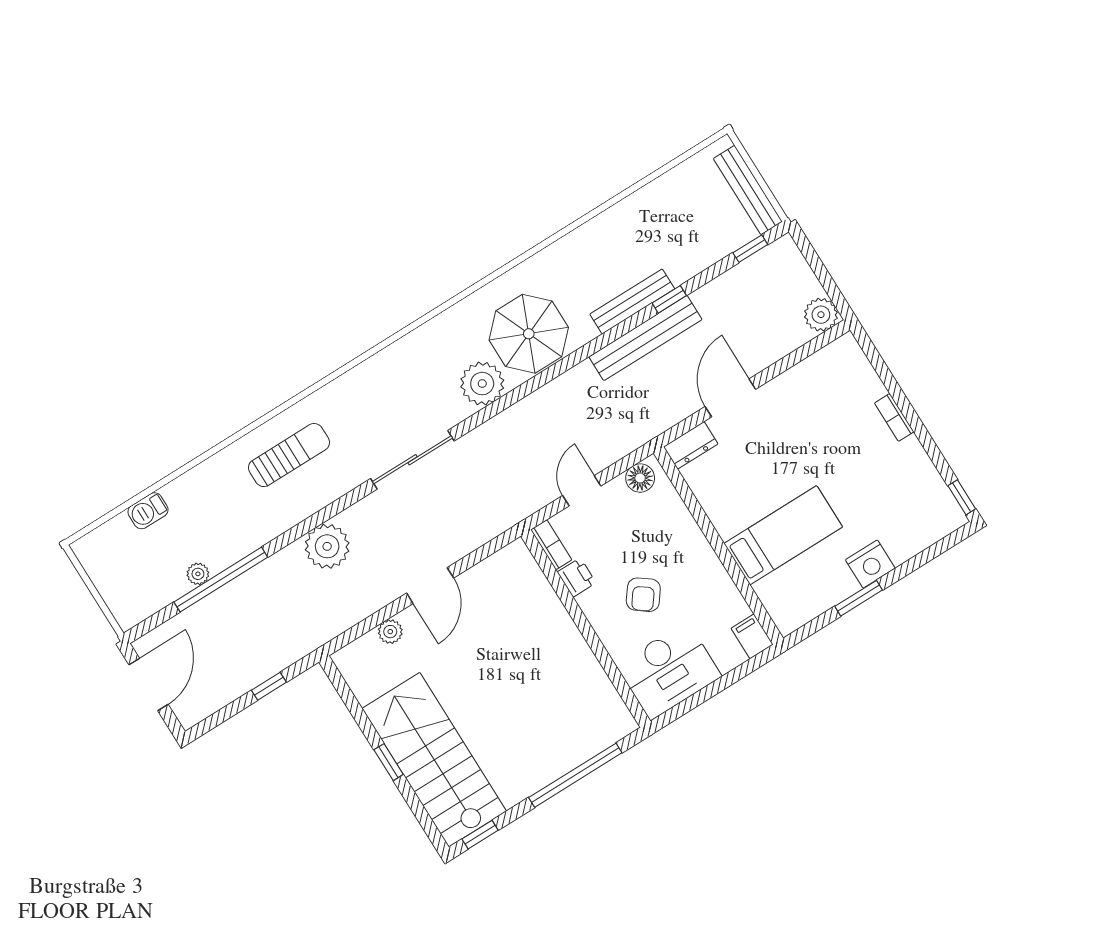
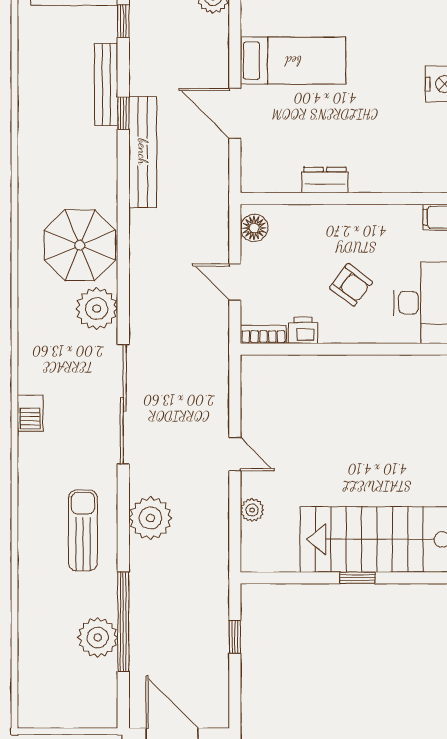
bench: (632, 301) -> (106, 85), moved
dresser: (691, 445) -> (325, 180), moved, turned -90
sun lounger: (289, 455) -> (83, 530), moved
sliding door: (412, 460) -> (123, 404), width x1.36
barbecue: (148, 511) -> (30, 413), moved
bed: (783, 535) -> (293, 61), moved, turned 90
plant: (198, 574) -> (98, 637), width x1.87, depth x1.87
door: (430, 586) -> (235, 454), width x0.73

